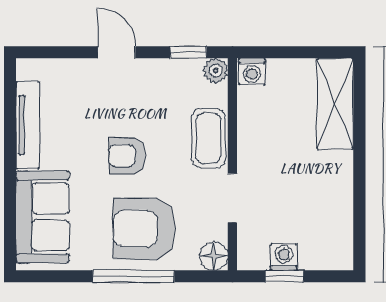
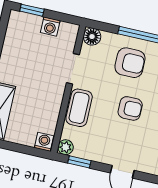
armchair: (144, 228) -> (130, 63), width x0.73, depth x0.73
window: (284, 276) -> (32, 10), moved

